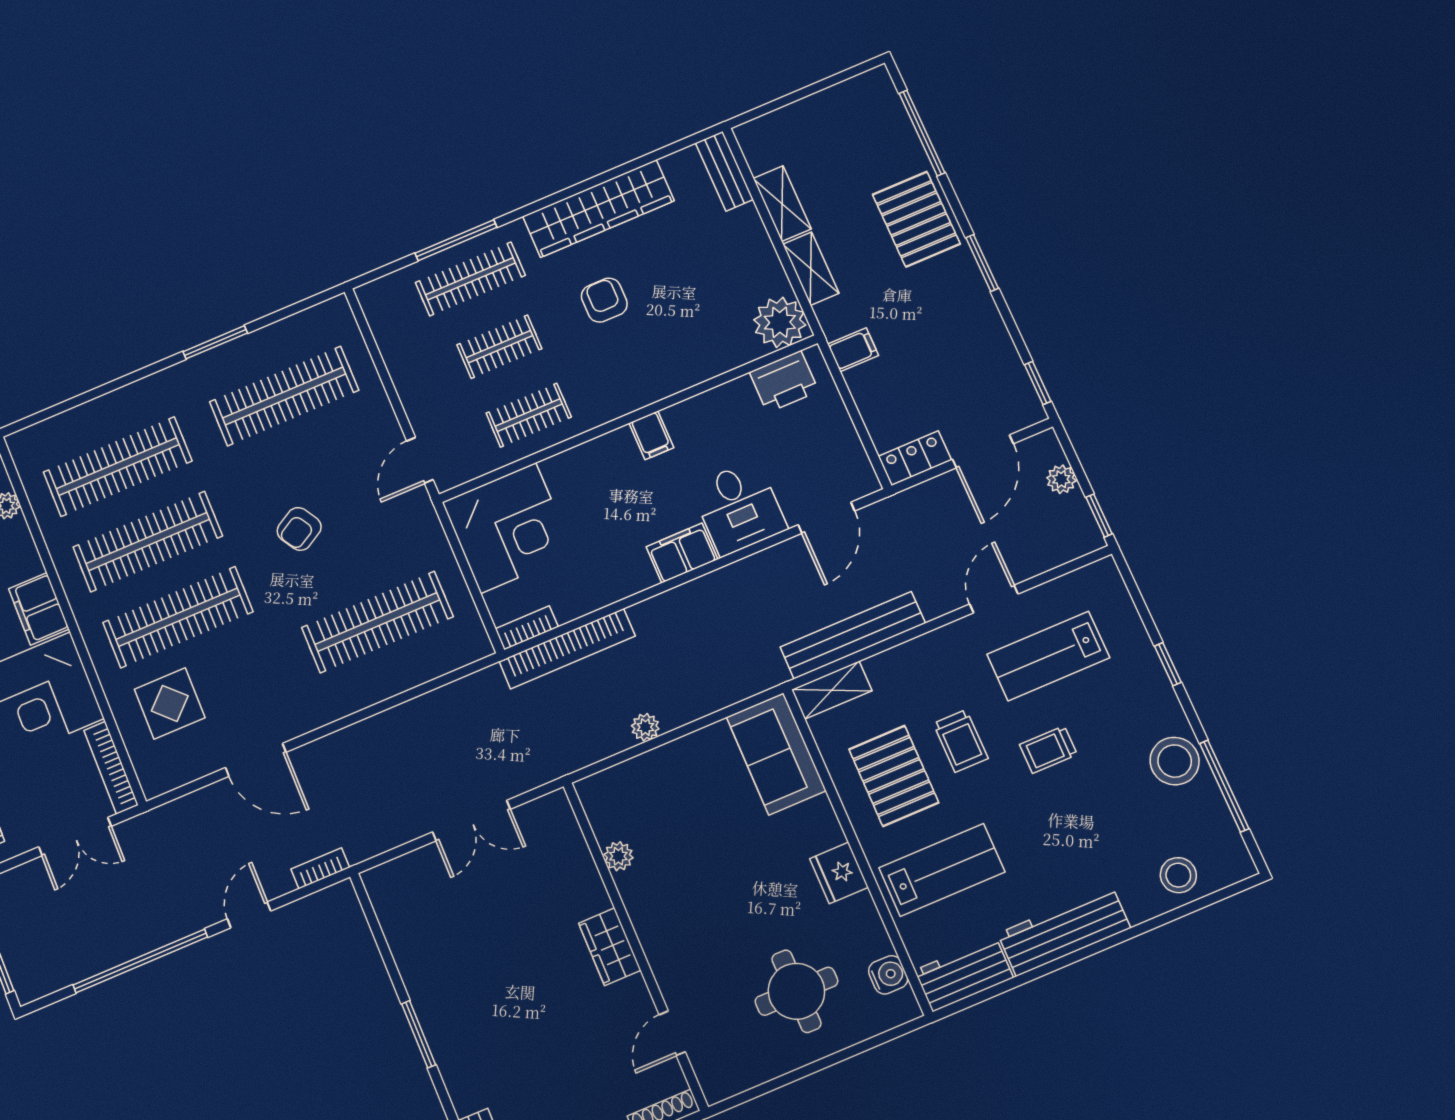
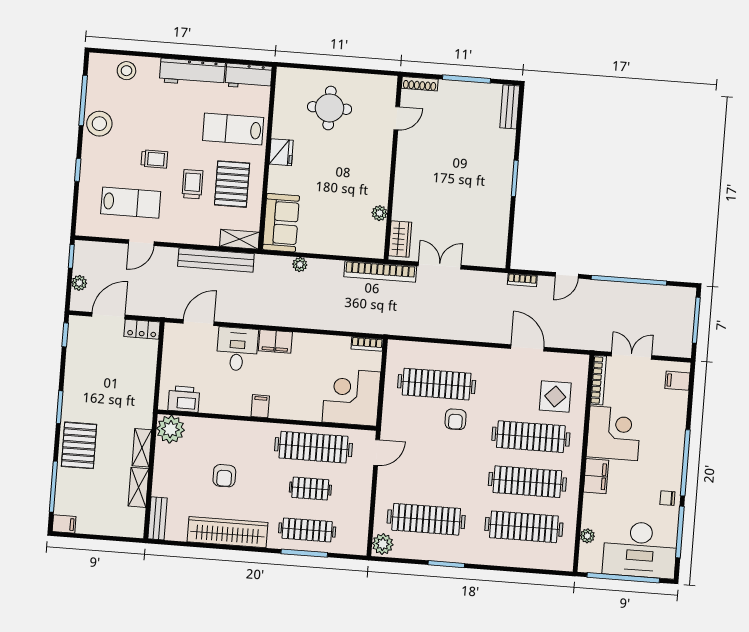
armchair: (604, 300) -> (224, 476), moved
plant: (335, 320) -> (383, 544), added
filing cabinet: (853, 350) -> (64, 524), moved, turned 180
clothes rail: (529, 415) -> (313, 447), width x1.86, depth x1.31
armchair: (299, 529) -> (456, 419), moved, turned 121
bookcase: (567, 649) -> (380, 271), moved, turned 180
plant: (645, 727) -> (300, 265), moved
wardrobe: (610, 947) -> (400, 239), moved
water cooler: (888, 975) -> (283, 94), removed

